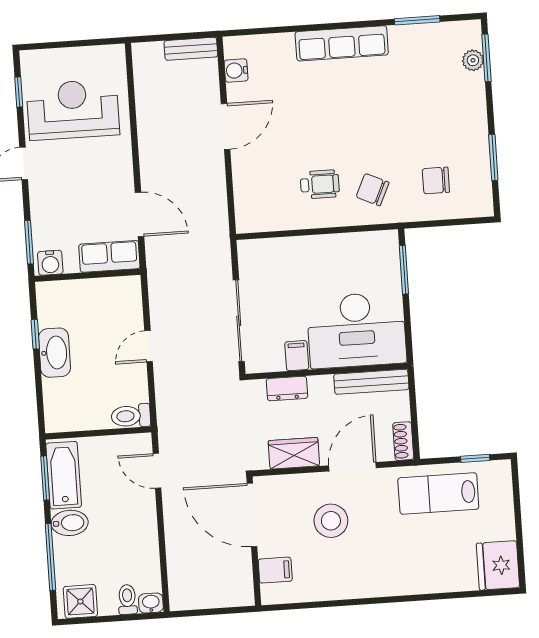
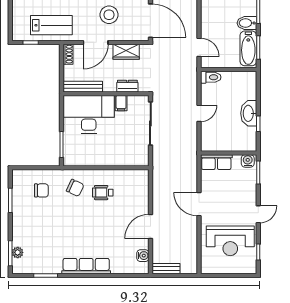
door: (140, 214) -> (199, 204), moved

